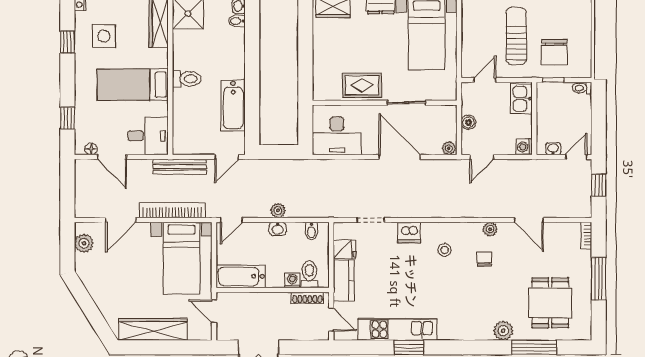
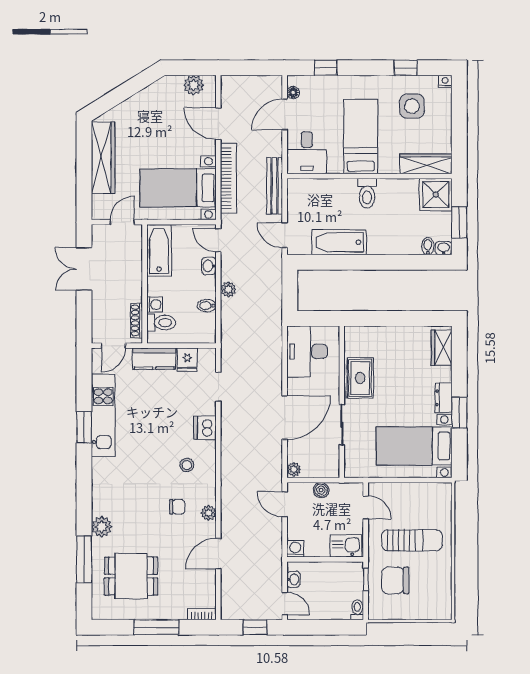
washbasin: (278, 229) -> (209, 266), moved
bidet: (311, 231) -> (207, 306), moved

